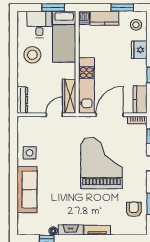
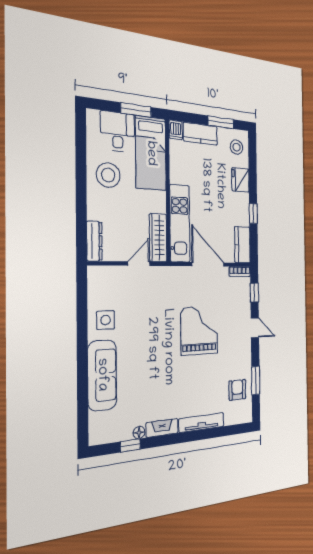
door: (110, 115) -> (208, 264), hinge flipped
grand piano: (102, 163) -> (199, 330), width x0.73, depth x0.68
tv unit: (97, 230) -> (202, 423), width x1.41

